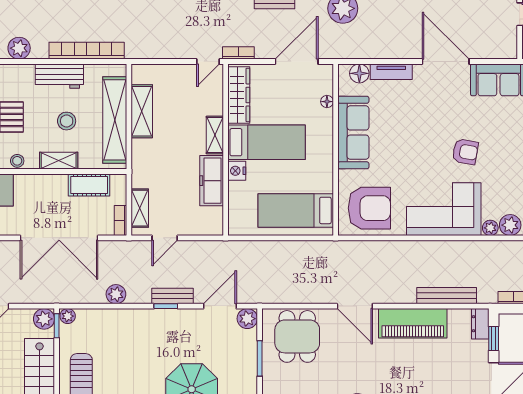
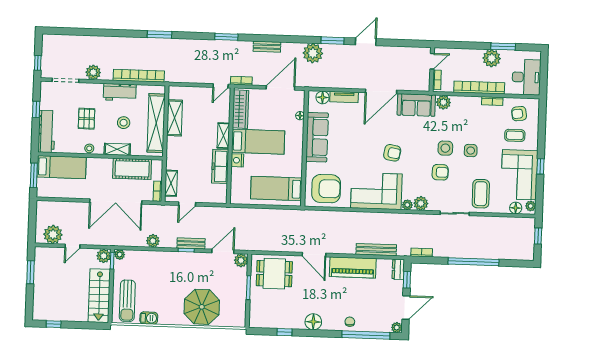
door: (446, 62) -> (381, 91), swing flipped
cot: (89, 185) -> (132, 169), width x1.37, depth x1.34
dining table: (297, 336) -> (274, 274), turned 90

